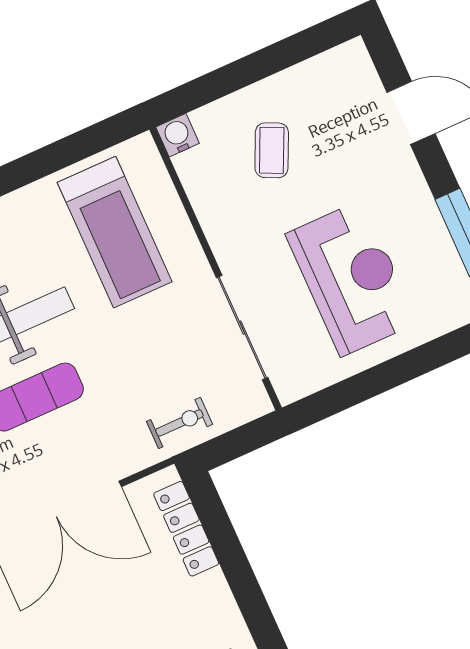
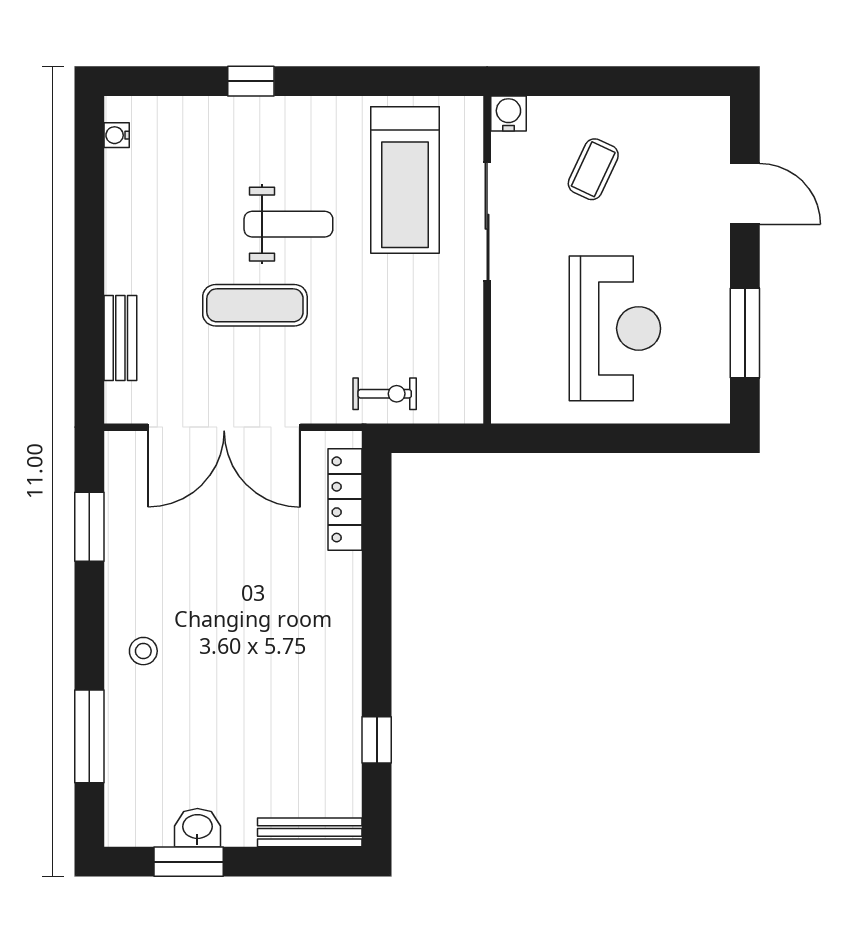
sliding door: (242, 328) -> (487, 222), moved

